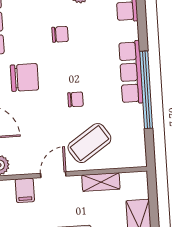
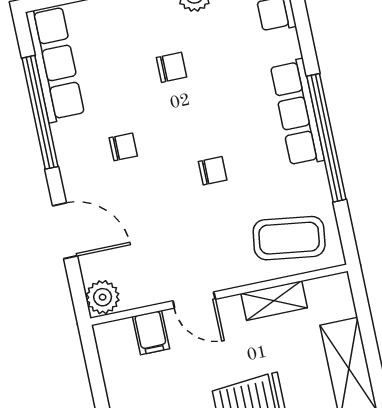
chair: (24, 77) -> (123, 147), width x0.54, depth x0.54
coffee table: (89, 143) -> (289, 238), moved, turned 42
door: (53, 175) -> (194, 300), swing flipped

